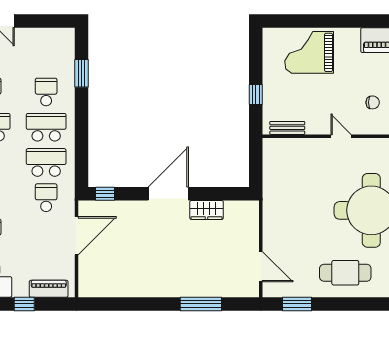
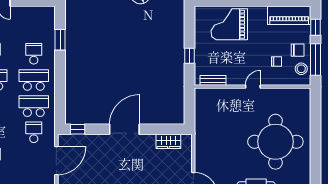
door: (341, 136) -> (253, 87), hinge flipped
wardrobe: (207, 210) -> (168, 141), moved

